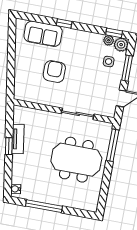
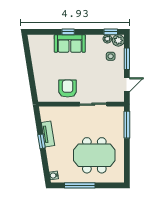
sofa: (43, 34) -> (70, 43), moved
armchair: (54, 72) -> (68, 89), moved
meeting table: (76, 160) -> (94, 155), moved

